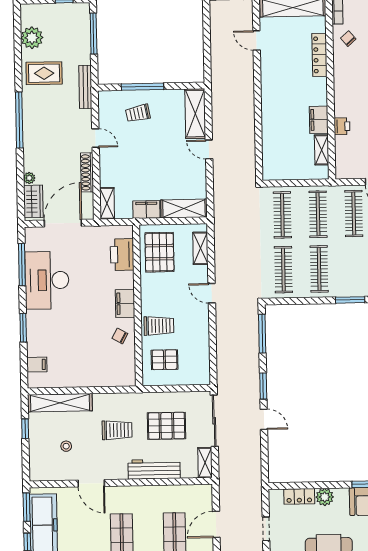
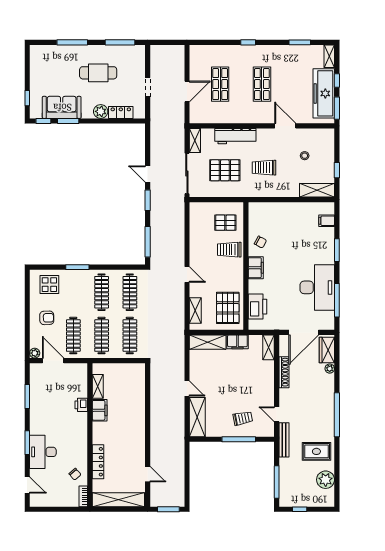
door: (96, 138) -> (277, 414), moved
shelving: (60, 403) -> (317, 190), width x0.68

